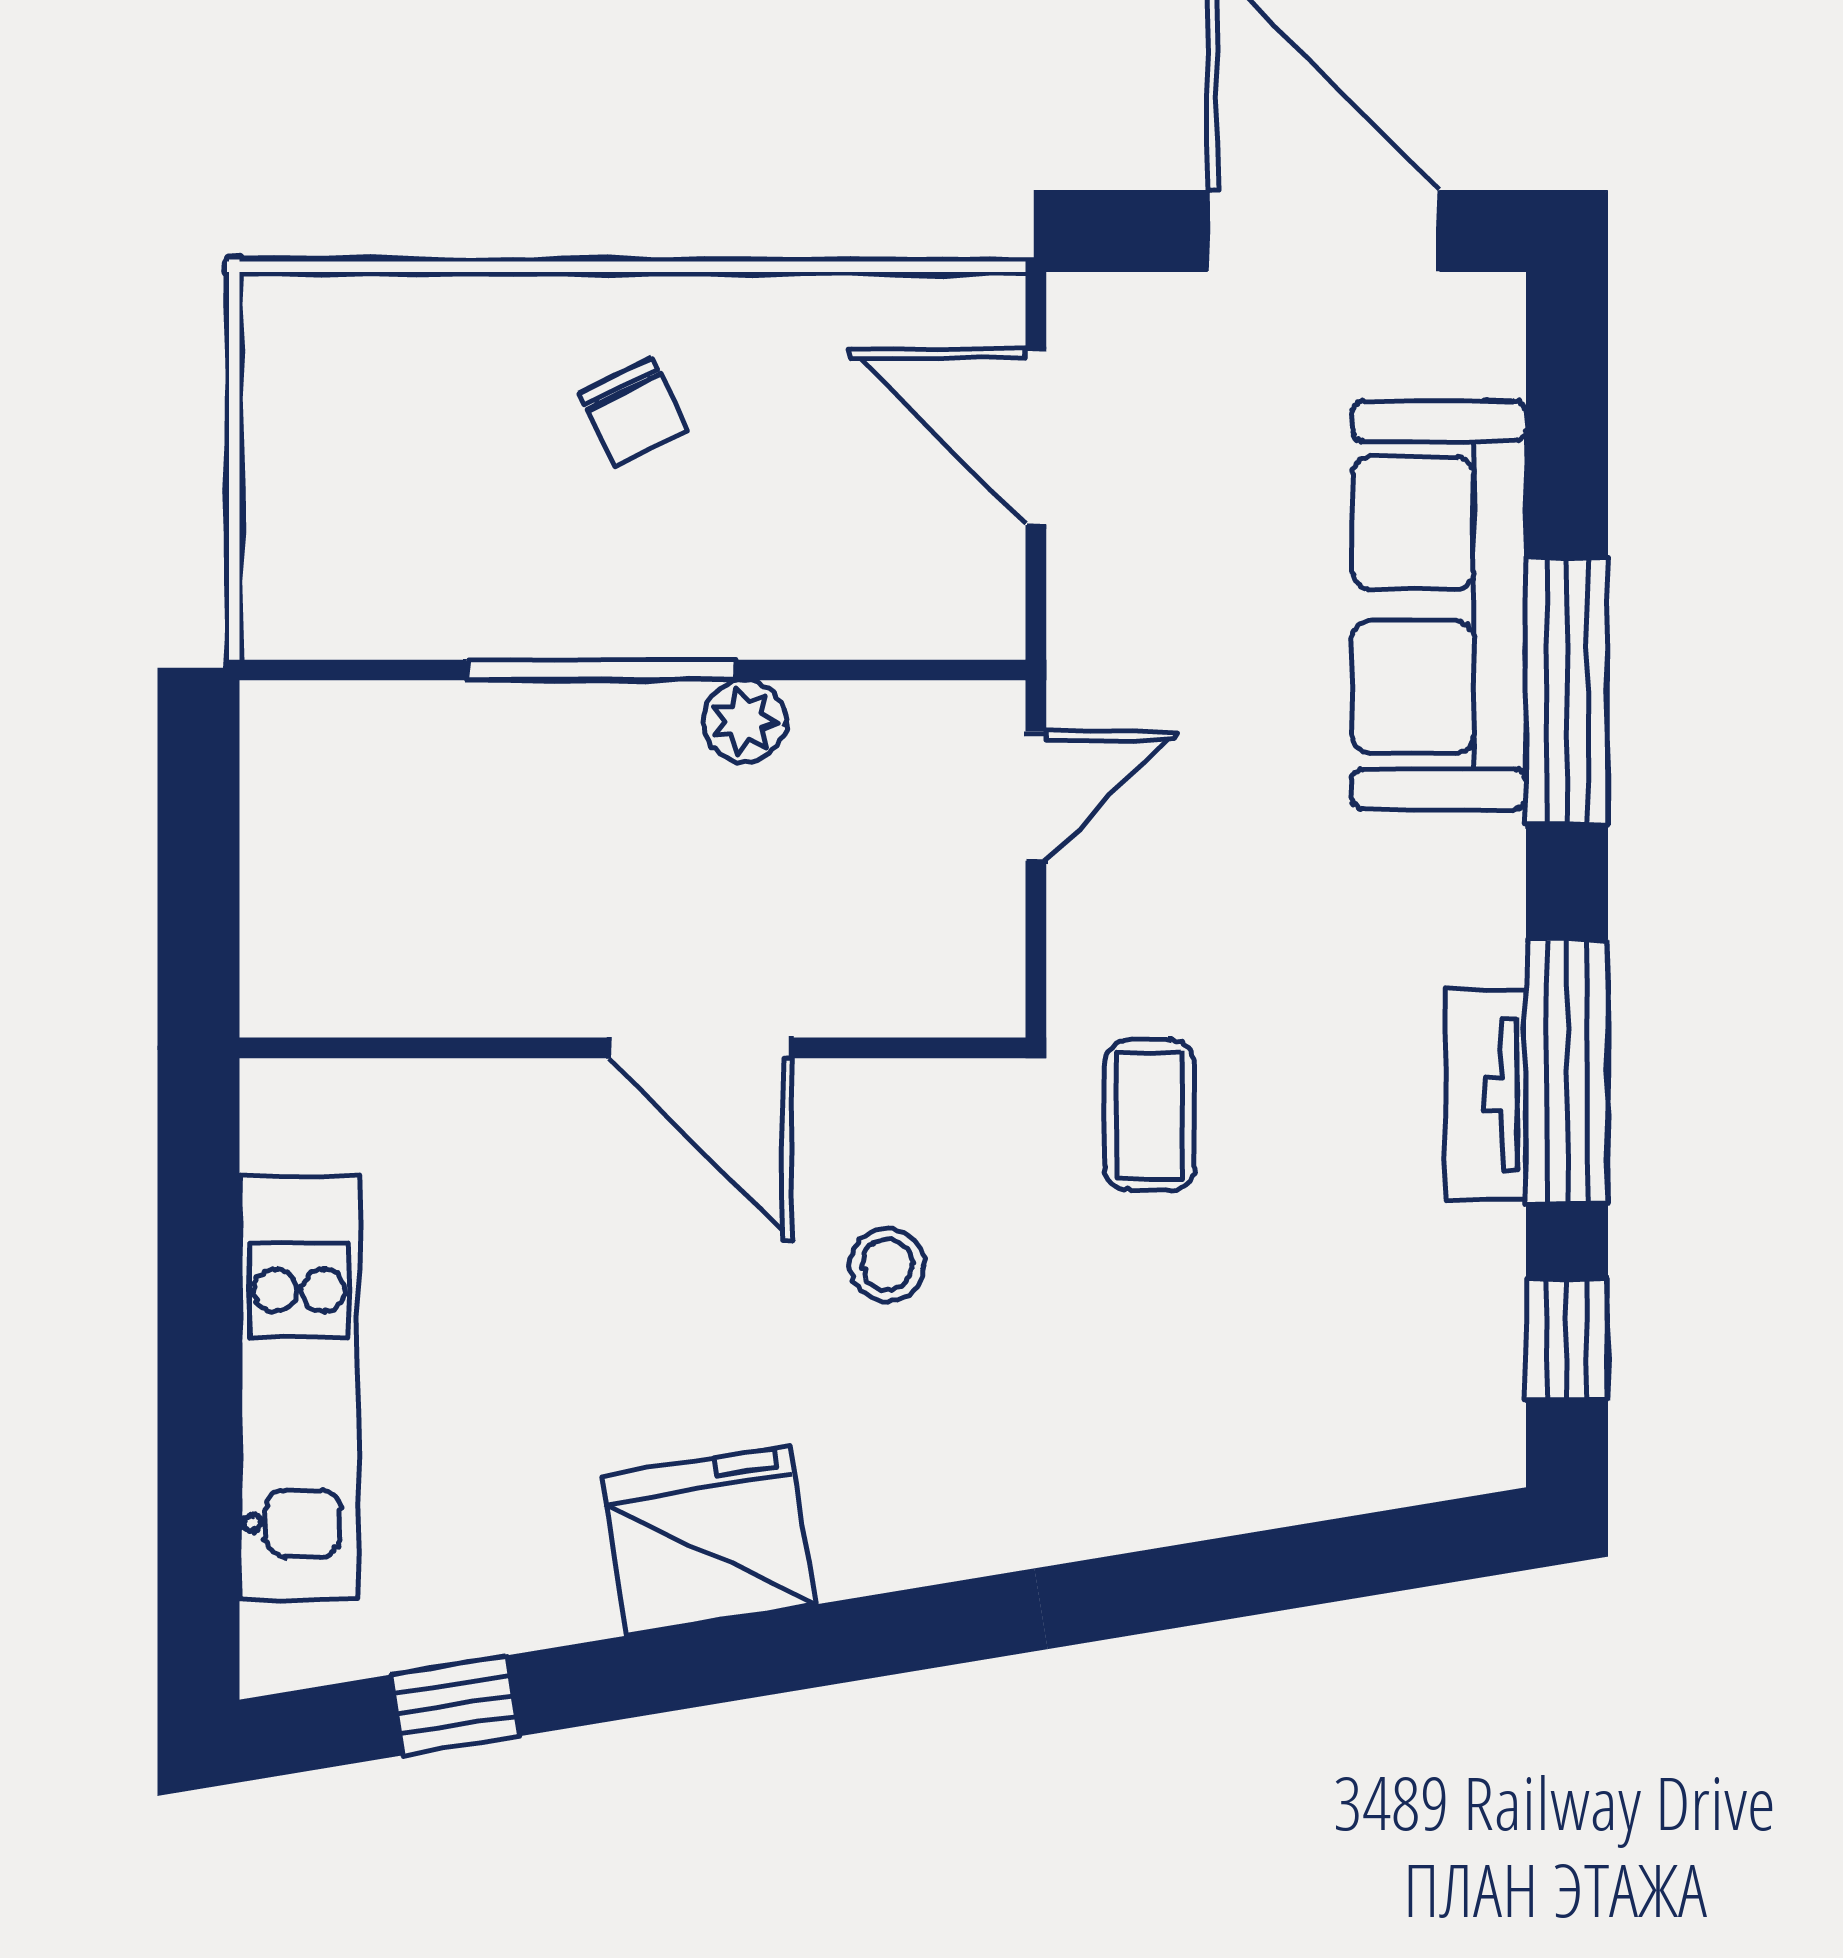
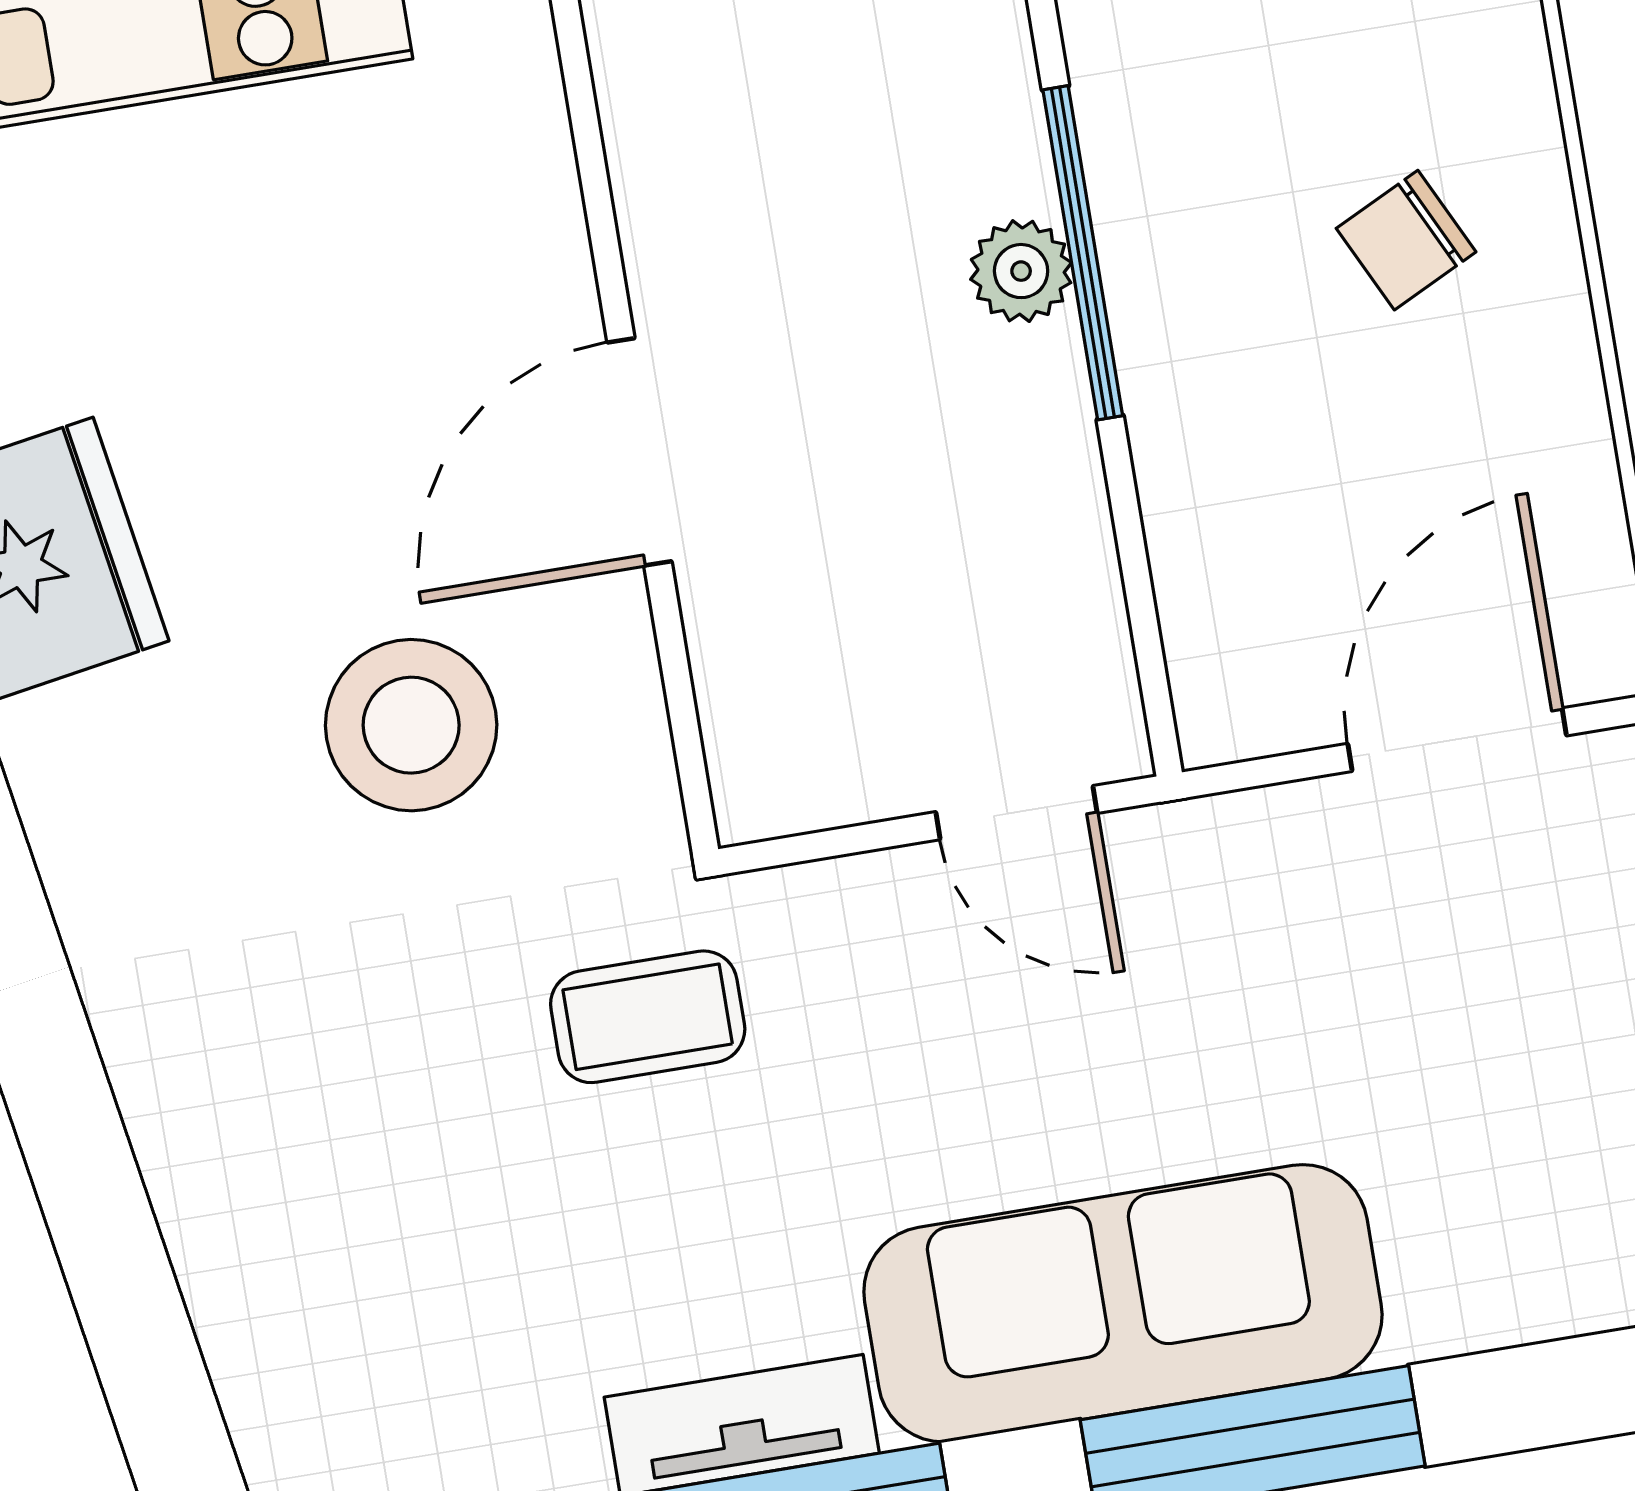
sofa: (1439, 605) -> (1123, 1303), moved
plant: (745, 721) -> (1021, 271), moved
stool: (887, 1265) -> (411, 725), width x1.89, depth x1.89

